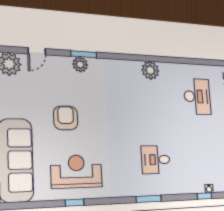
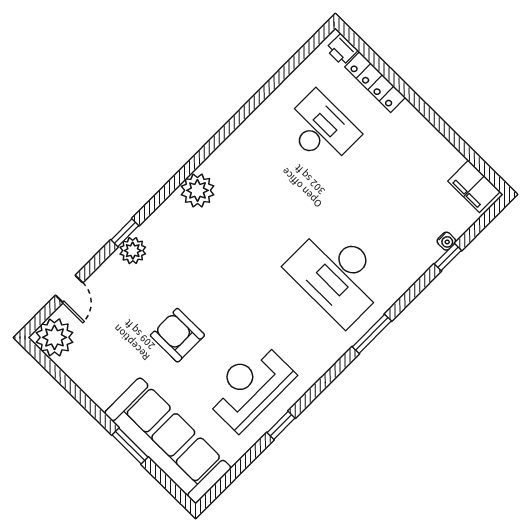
window: (84, 54) -> (125, 233), width x0.67
plant: (150, 70) -> (197, 190), moved
desk: (156, 160) -> (337, 275), width x1.87, depth x1.30

